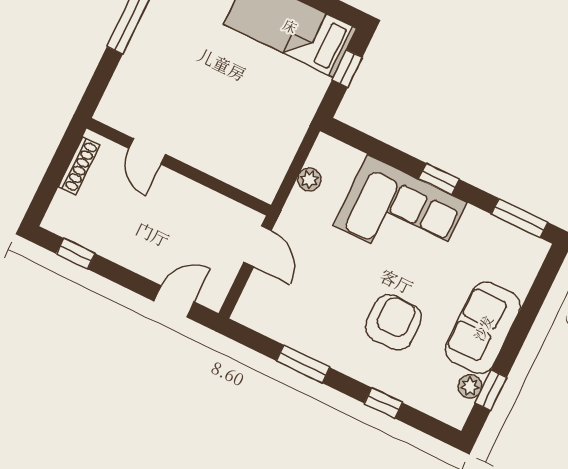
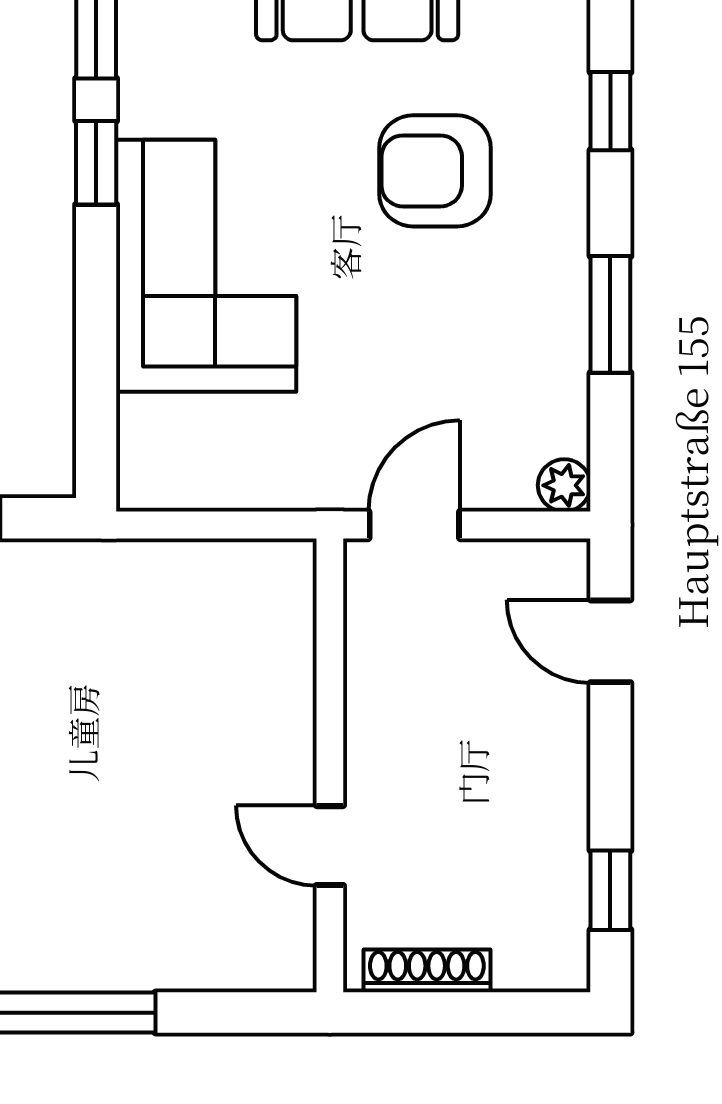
door: (147, 151) -> (330, 846), swing flipped
plant: (309, 179) -> (564, 485), moved
window: (439, 179) -> (96, 163), moved

